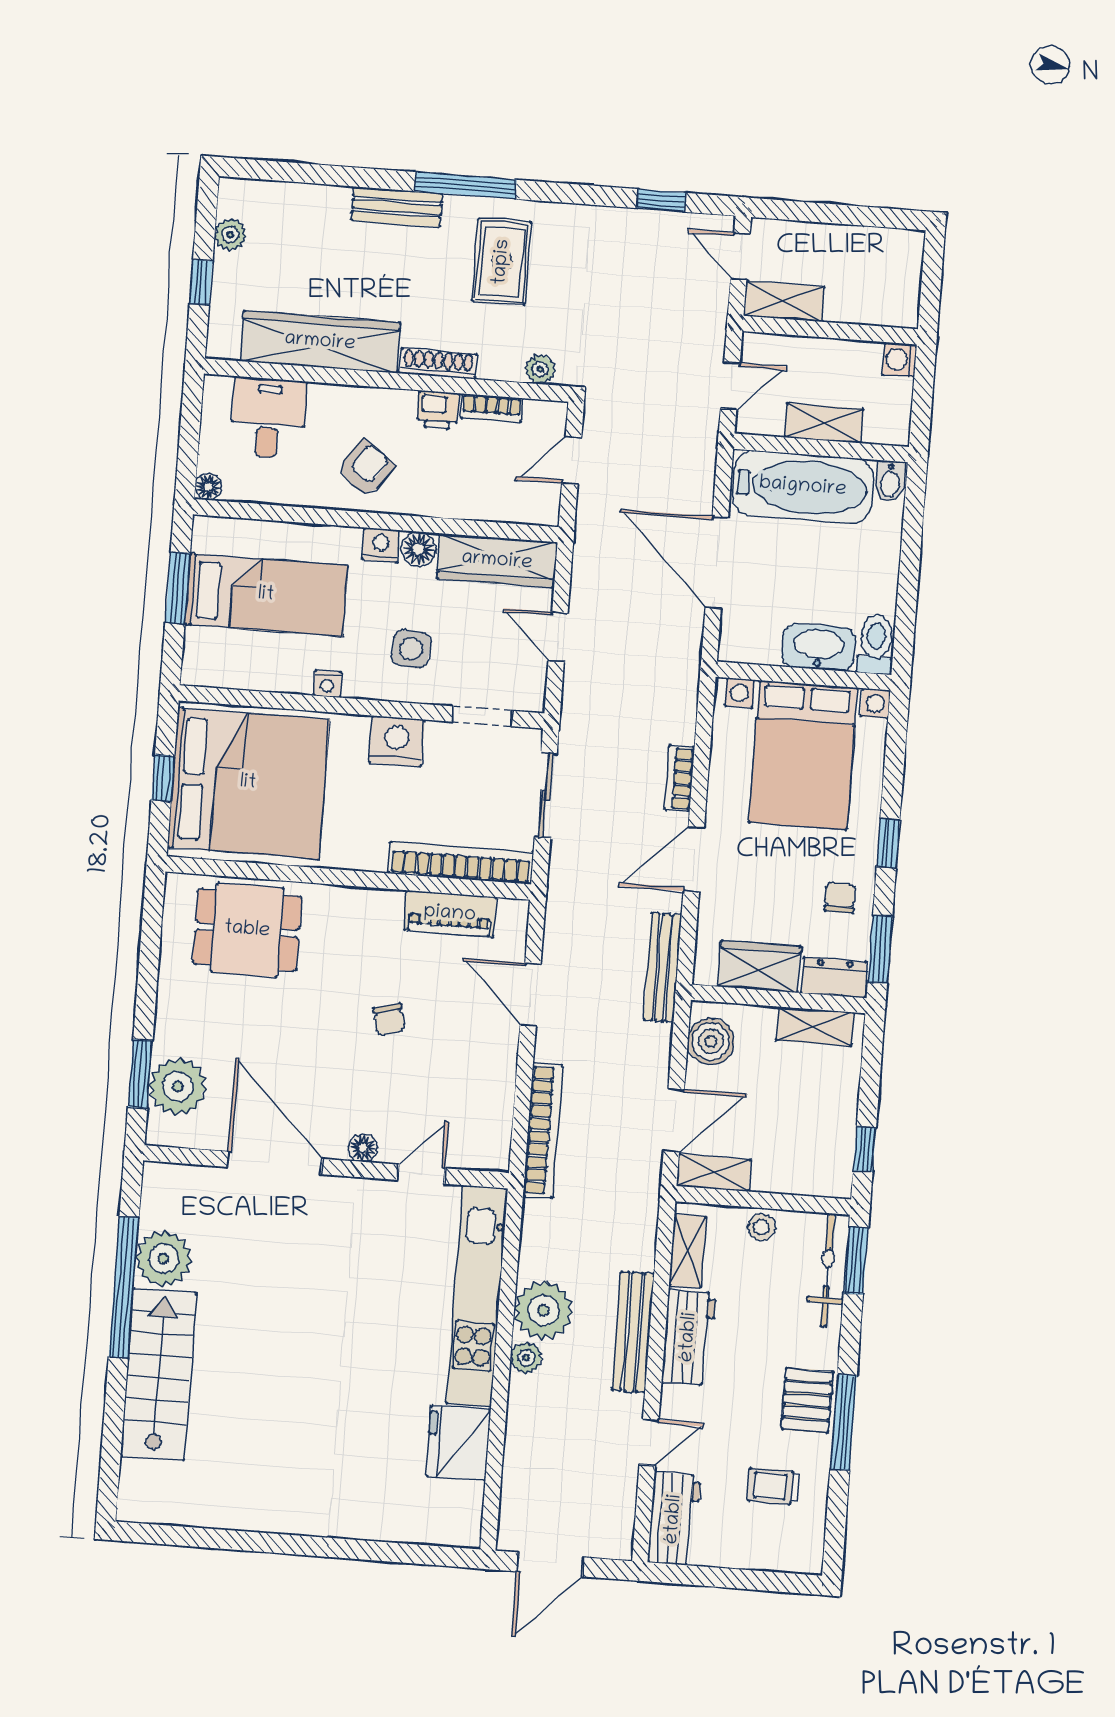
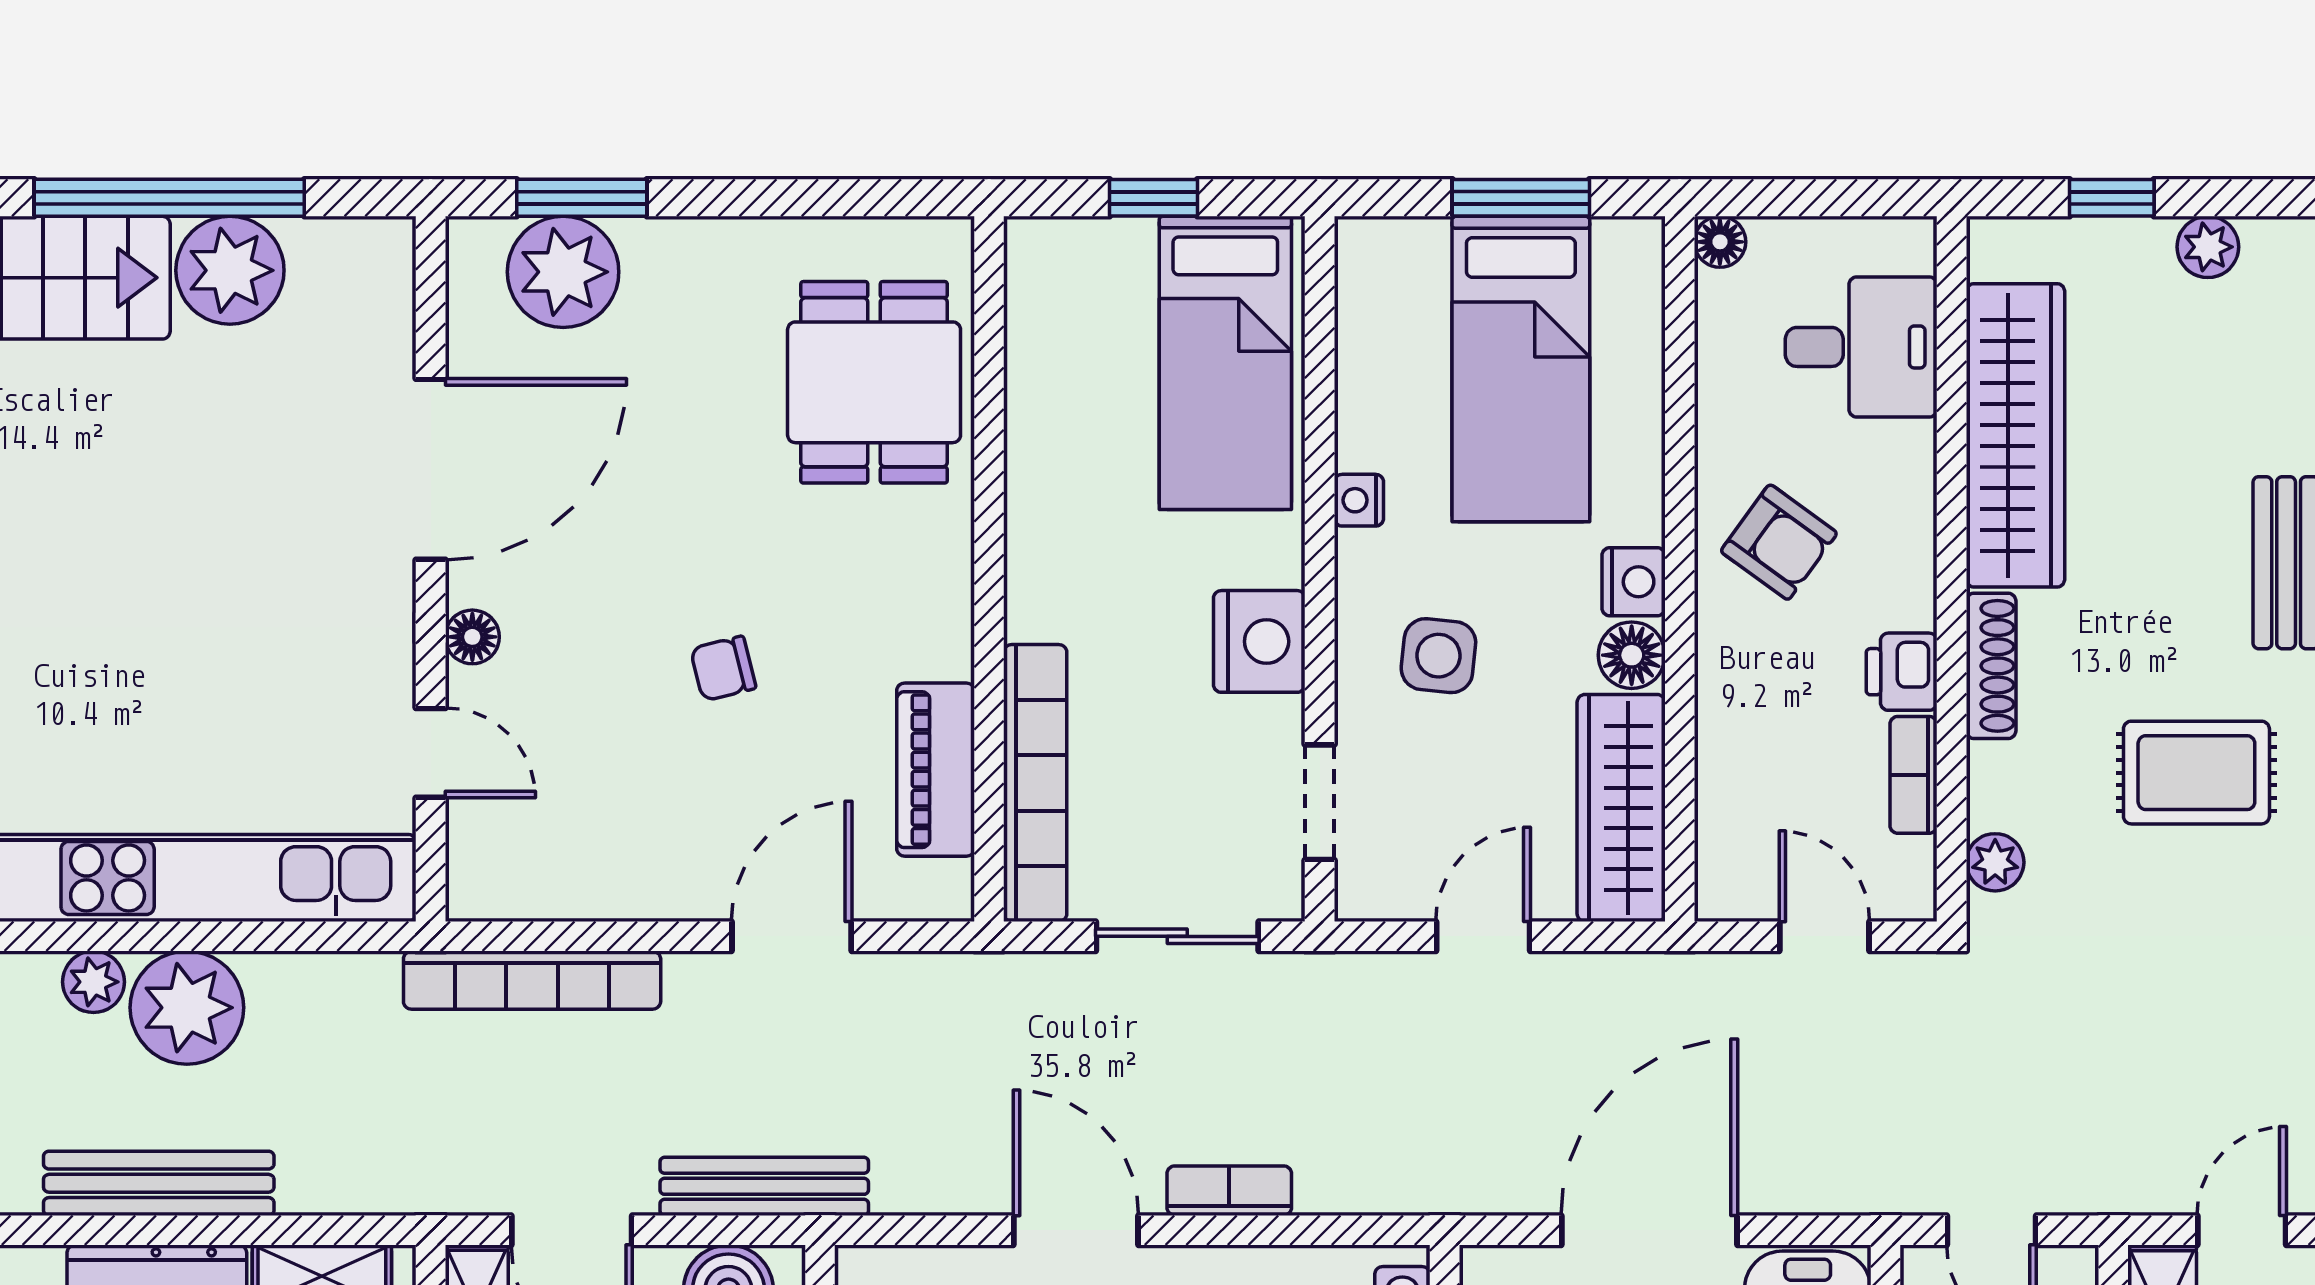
bed: (248, 783) -> (1225, 363), width x0.49
bench: (663, 967) -> (764, 1186), moved

